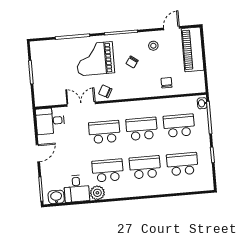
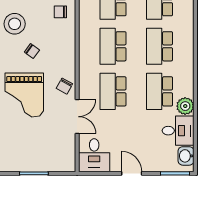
stool: (153, 46) -> (15, 24), width x1.89, depth x1.89
double door: (81, 104) -> (77, 117), swing flipped

